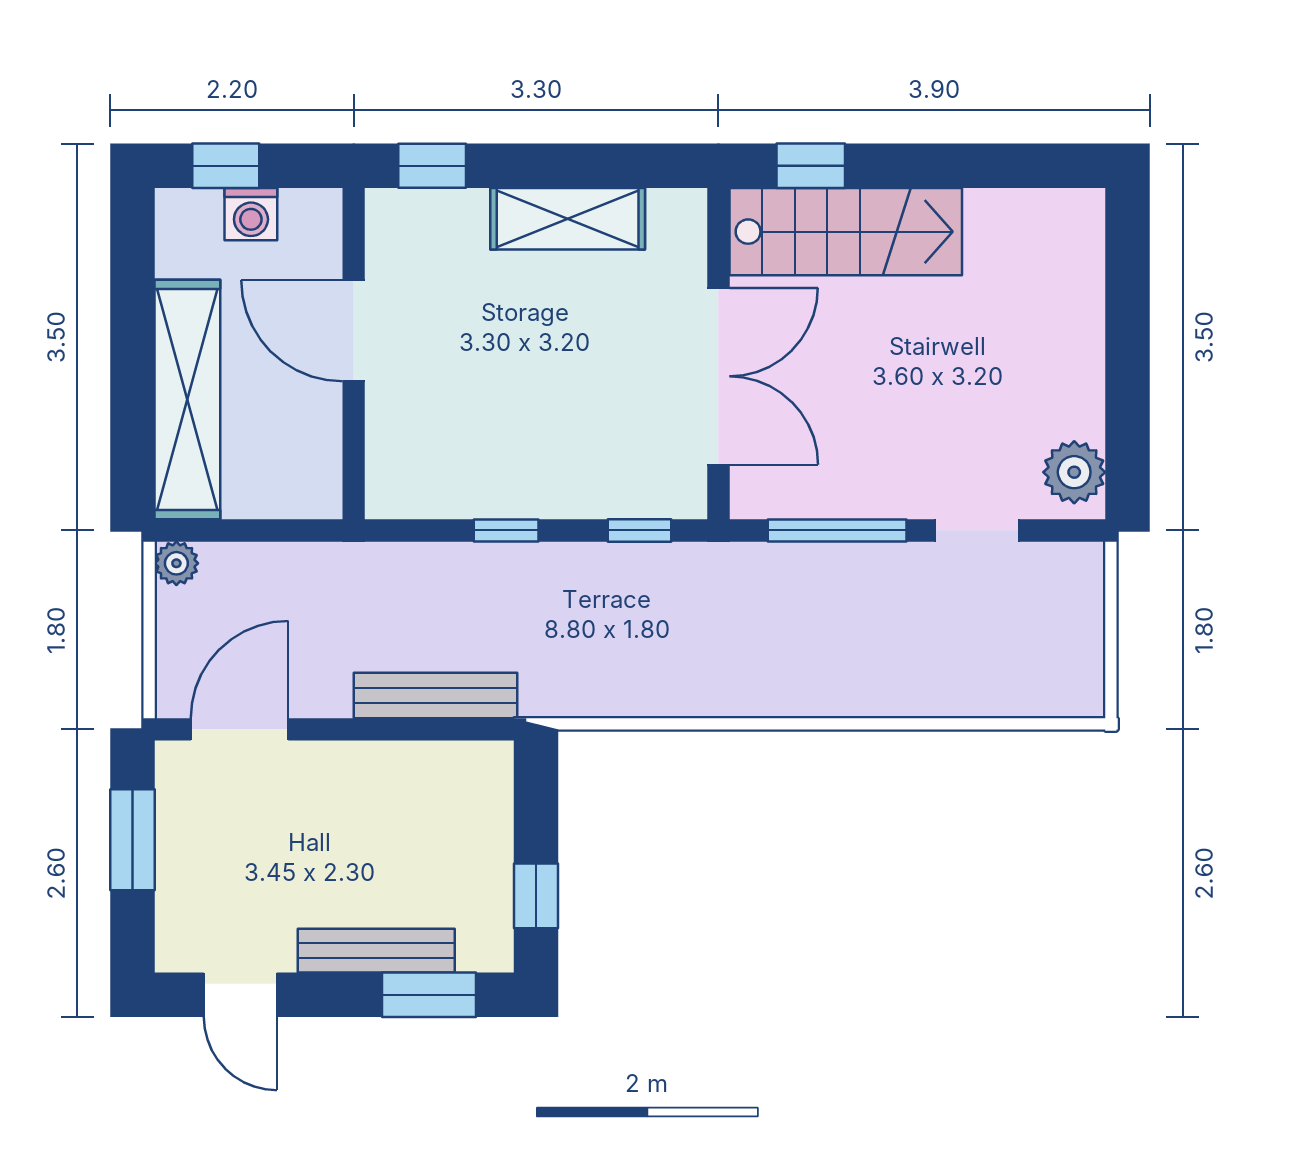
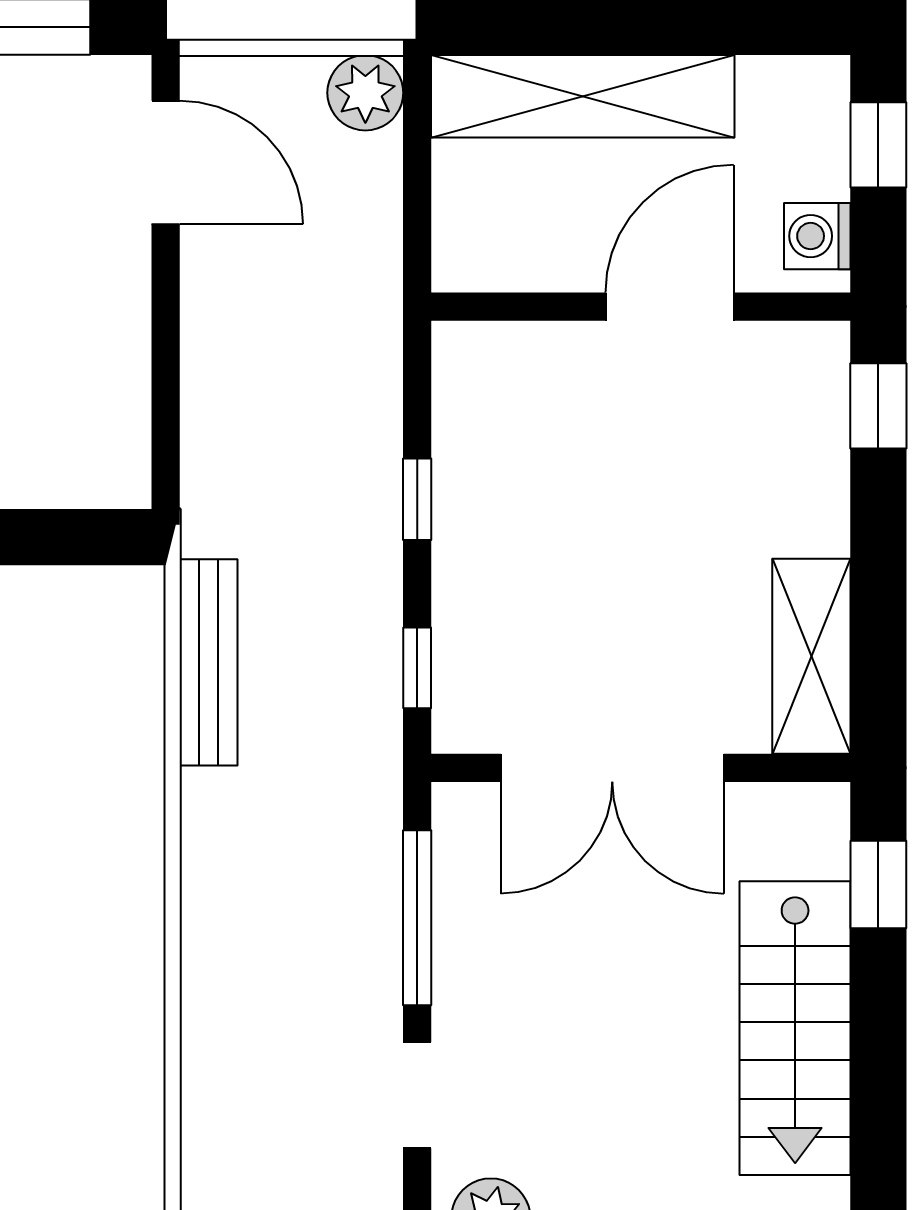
washing machine: (251, 214) -> (817, 236), moved
shelving: (568, 219) -> (811, 656), moved
stairs: (846, 232) -> (795, 1028), moved
plant: (176, 563) -> (365, 93), width x1.38, depth x1.38
bench: (436, 696) -> (208, 662), moved

